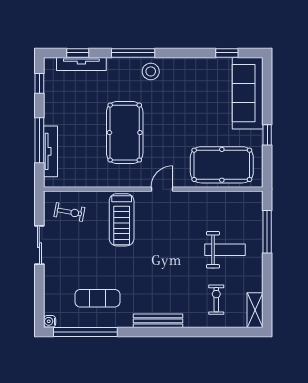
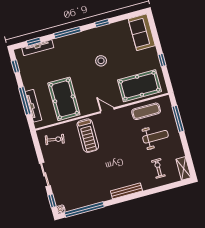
window: (227, 53) -> (102, 23), moved
stool: (151, 71) -> (101, 61), moved
sofa: (248, 93) -> (142, 32), width x0.73
pool table: (125, 133) -> (64, 99), moved
door: (162, 189) -> (107, 110), hinge flipped
sliding door: (39, 245) -> (45, 174), moved
exercise mat: (97, 298) -> (146, 111), moved
window: (39, 305) -> (52, 201), added

